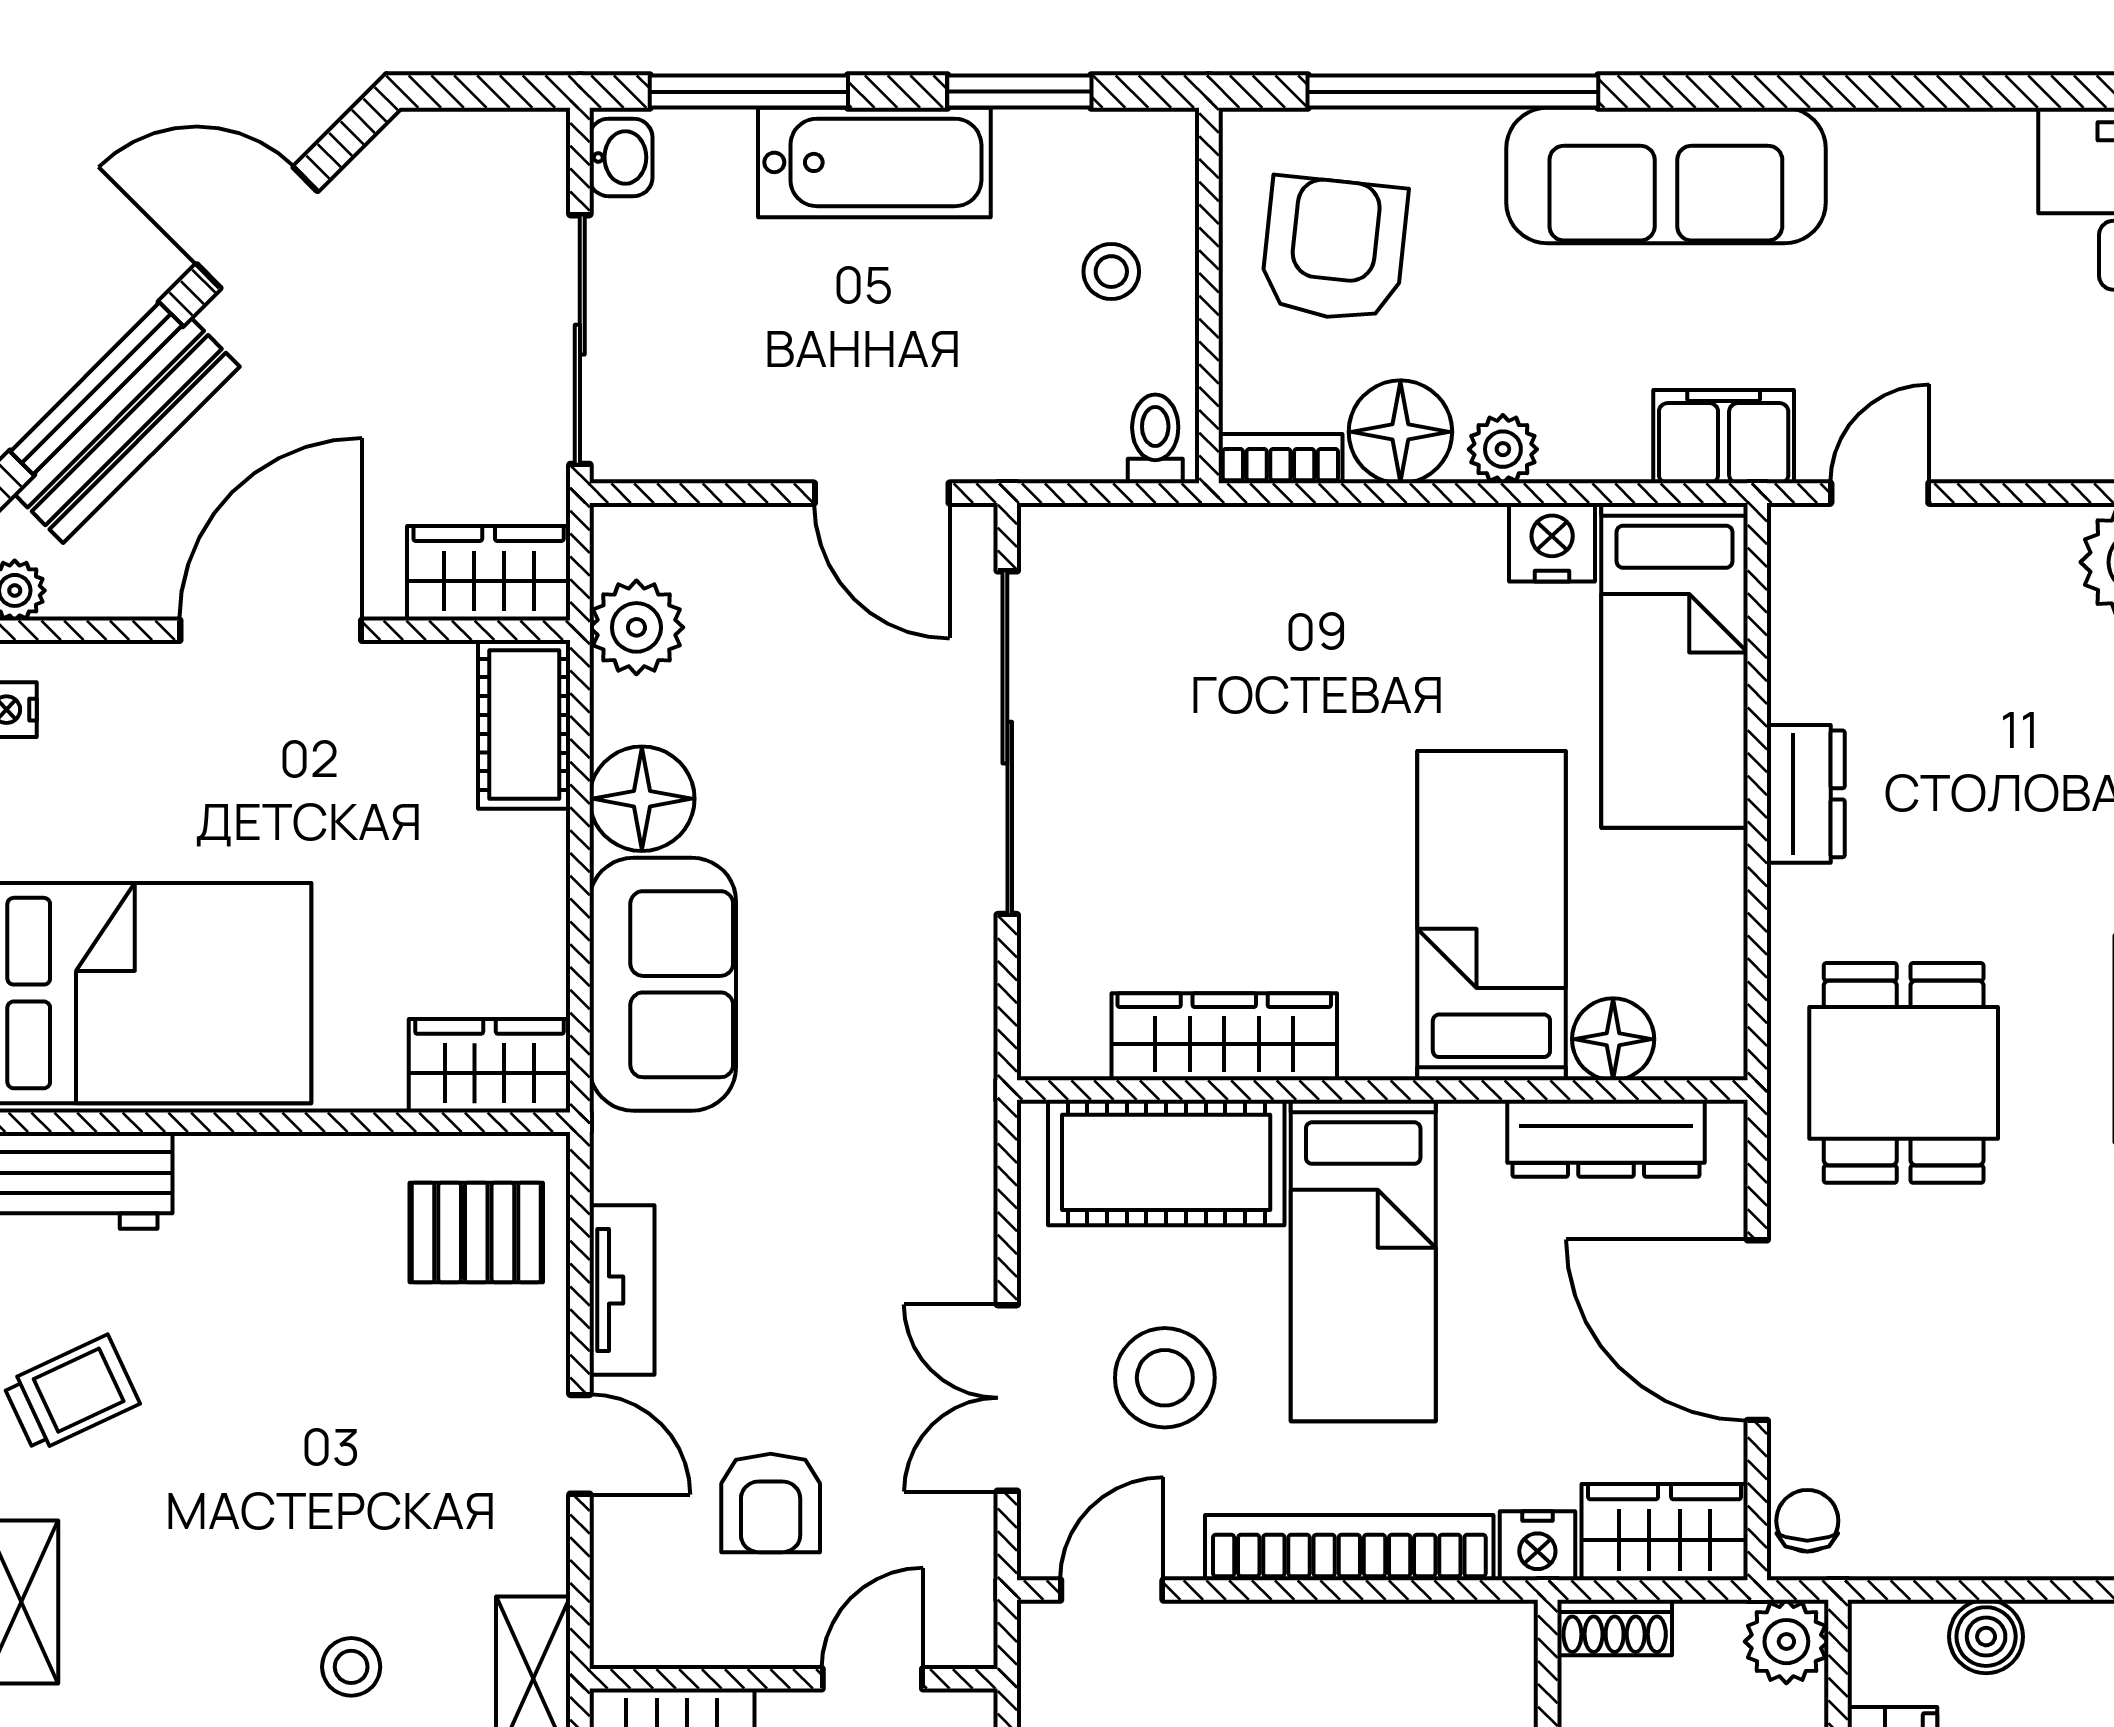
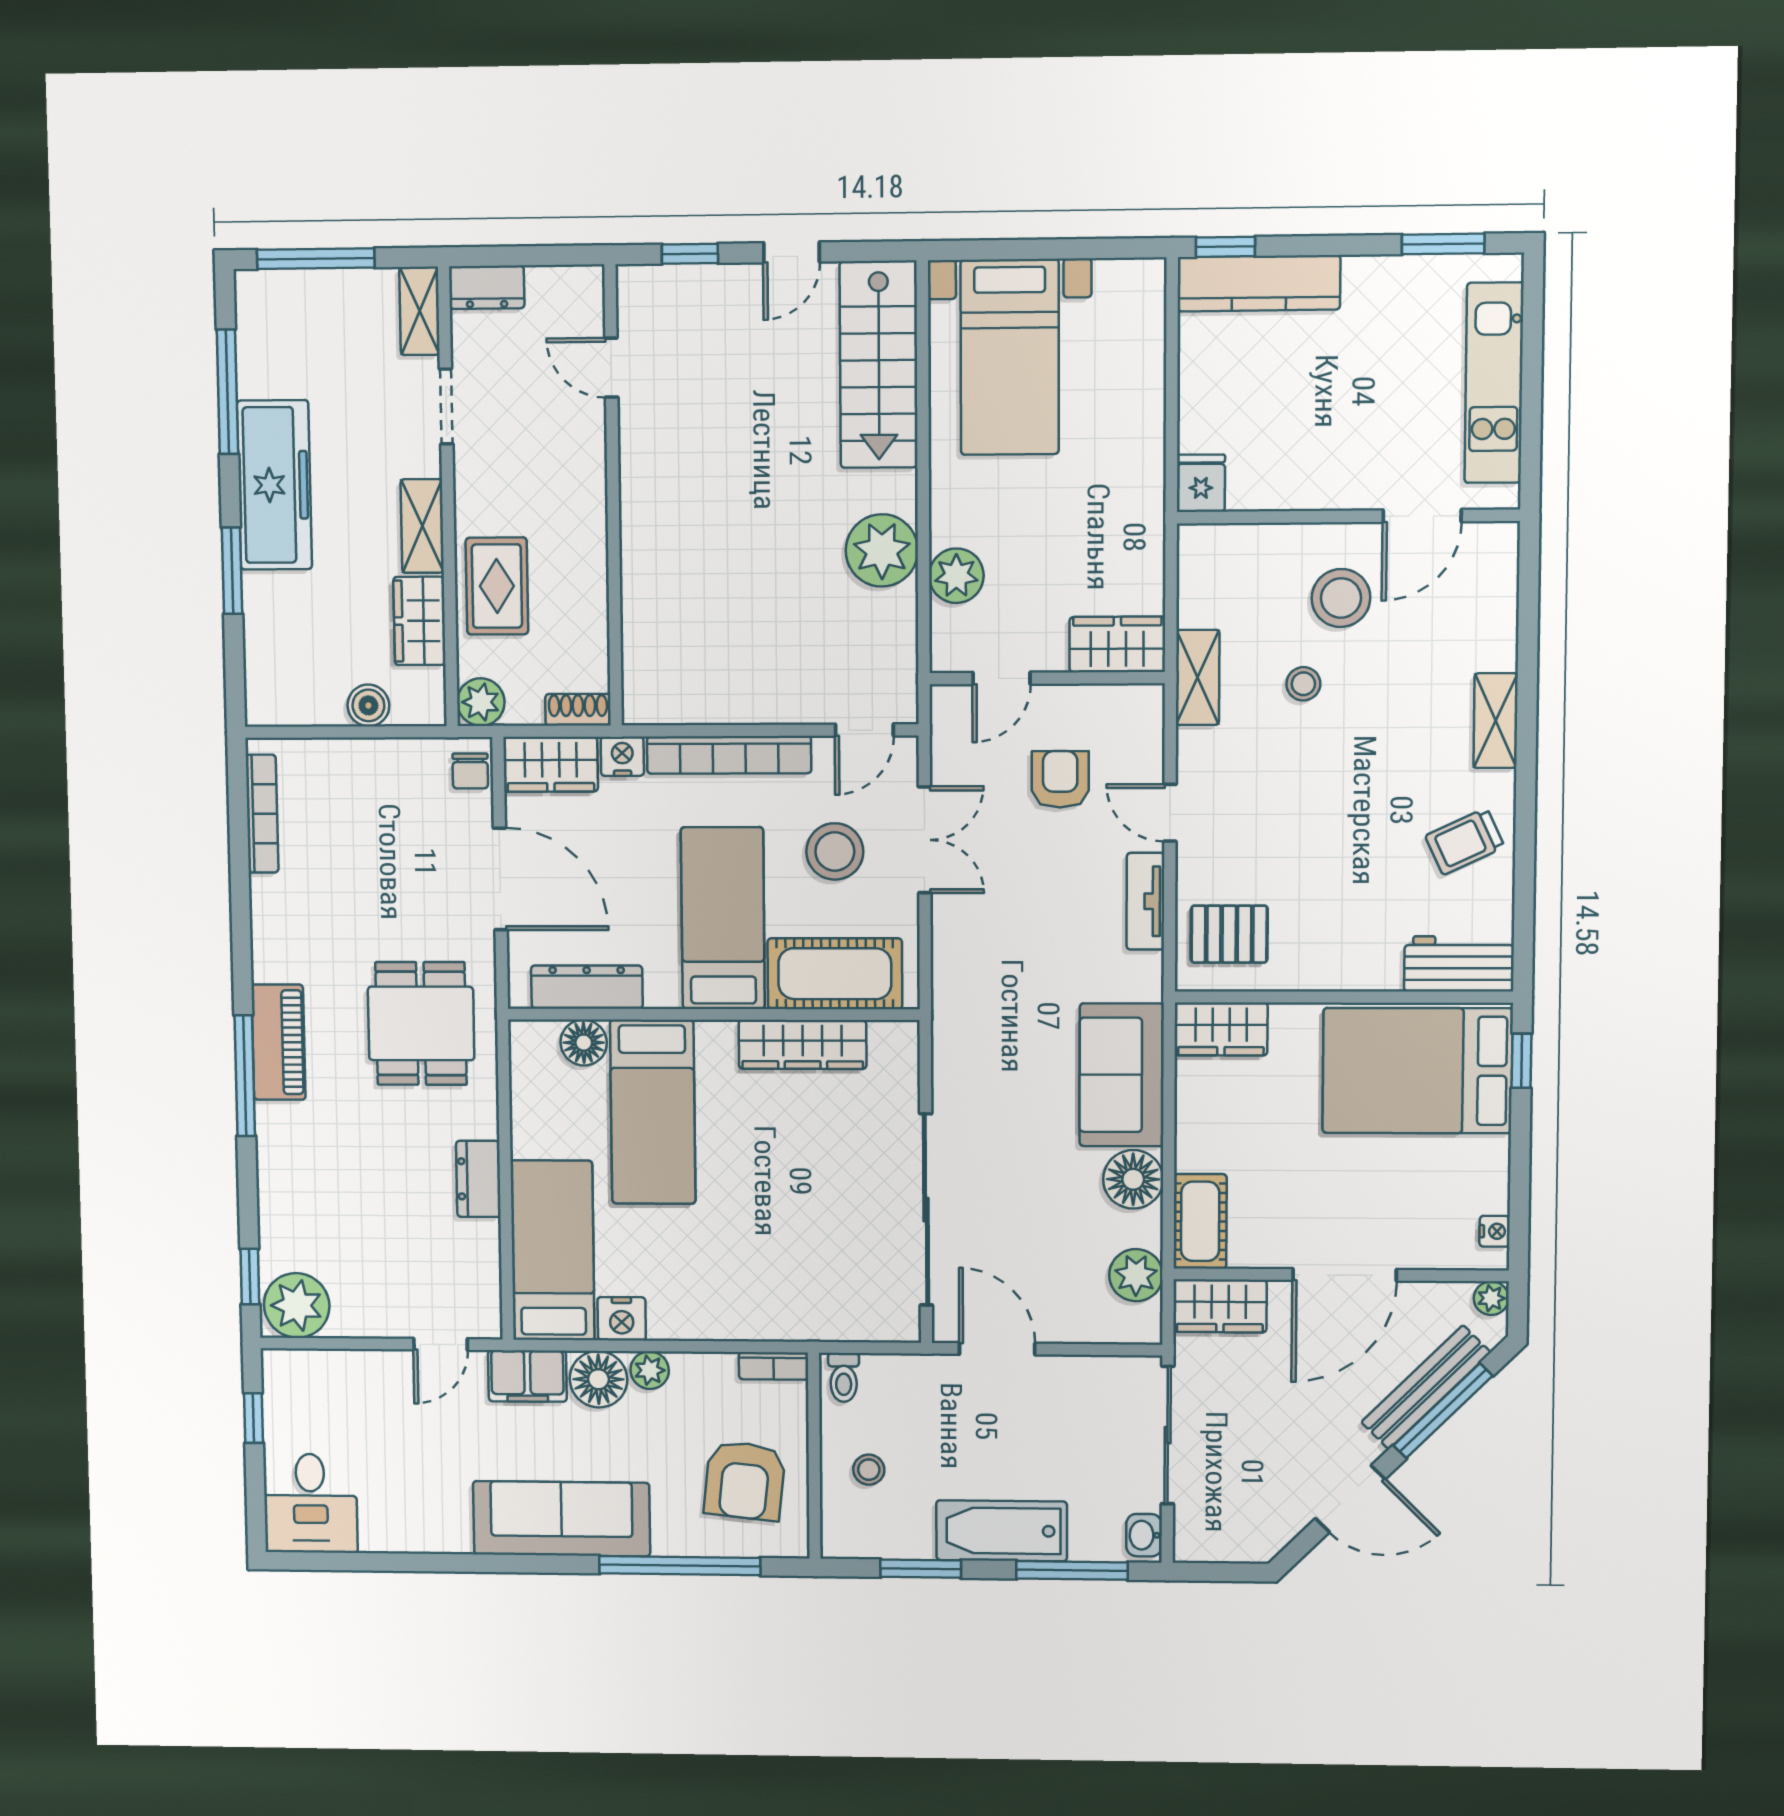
floor lamp: (1400, 432) -> (598, 1379), moved

